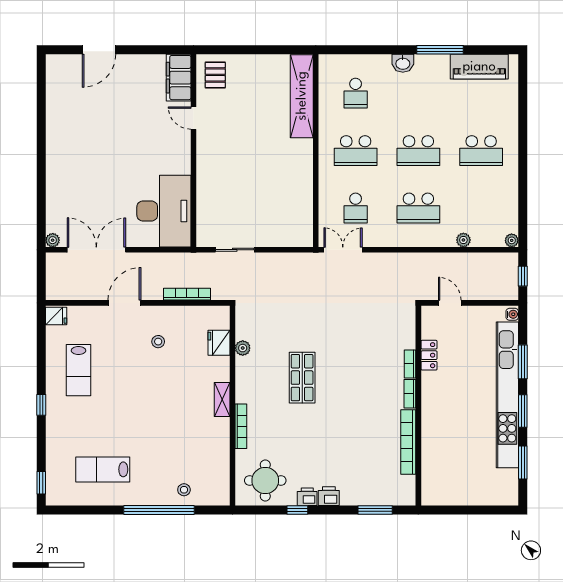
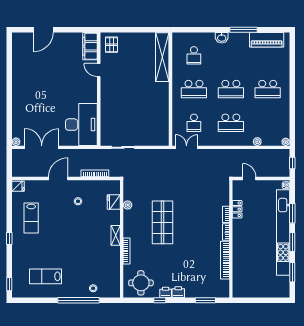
shop shelf: (302, 378) -> (163, 222), width x1.43, depth x1.36

